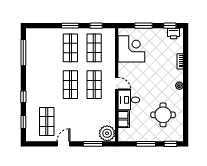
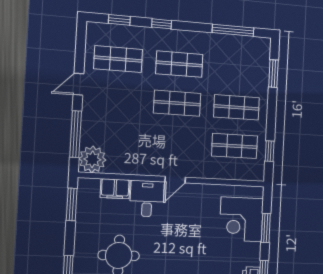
window: (70, 26) -> (273, 74), moved
corner desk: (131, 49) -> (241, 219), moved, turned 90
shop shelf: (94, 85) -> (179, 64), moved
door: (63, 144) -> (78, 84), swing flipped
window: (93, 144) -> (76, 134), width x1.44
window: (146, 144) -> (72, 204), moved

